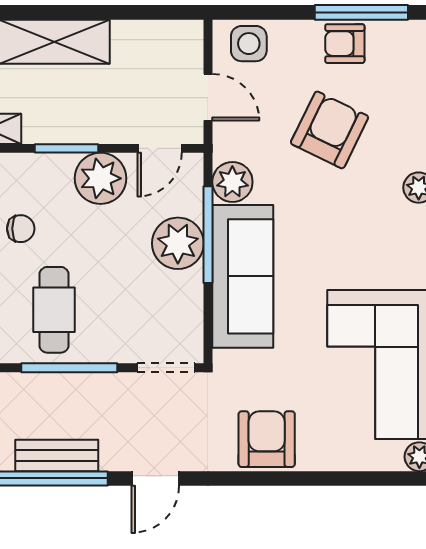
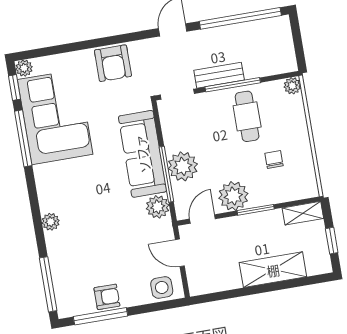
armchair: (330, 130) -> (107, 246), removed
chair: (21, 229) -> (274, 159), turned 90
bench: (57, 455) -> (219, 75), moved

